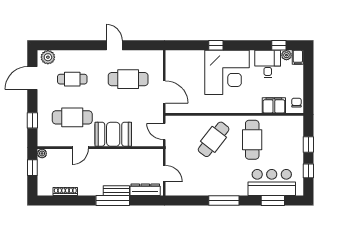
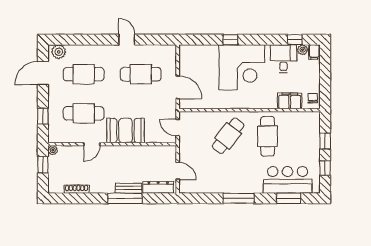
cafe table: (72, 79) -> (84, 74), width x1.37, depth x1.35

